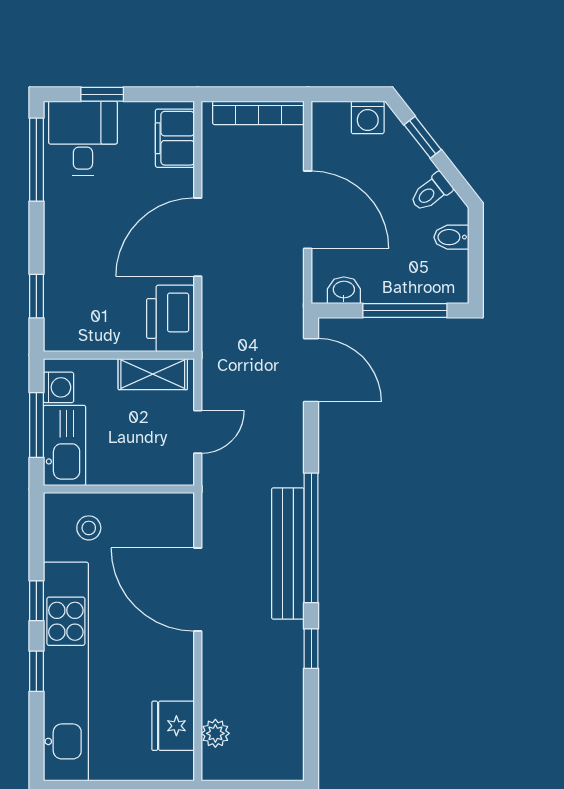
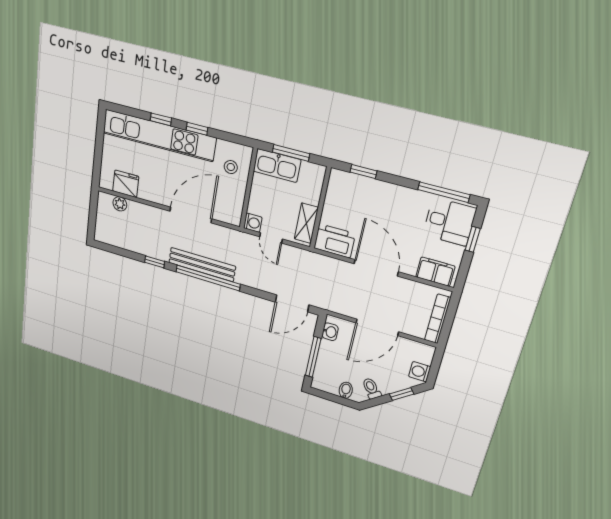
washing machine: (58, 387) -> (253, 223), moved, turned -90

